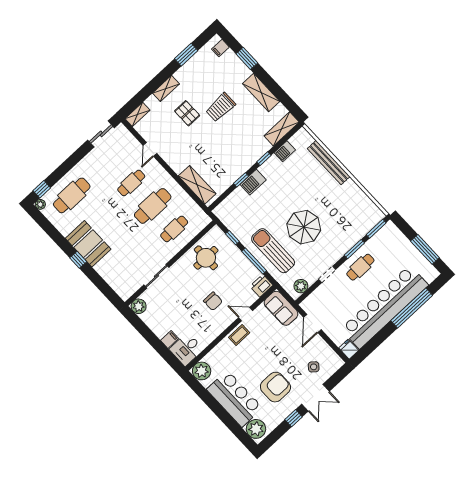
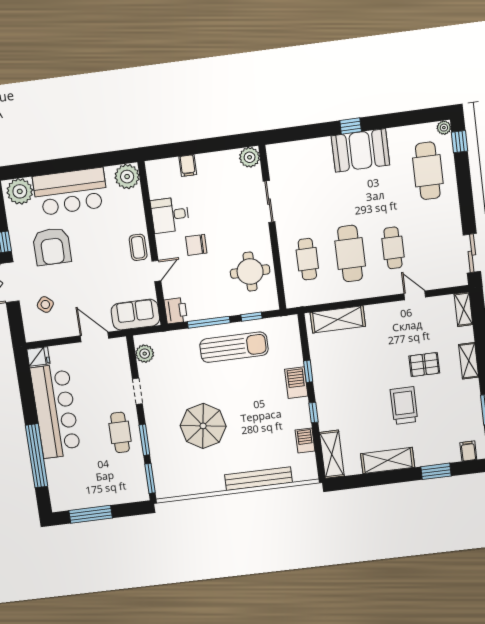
parasol: (304, 227) -> (203, 426), moved
sun lounger: (273, 251) -> (234, 347), moved
bar counter: (385, 307) -> (55, 411), width x0.73
desk: (186, 349) -> (170, 215), moved, turned -90

